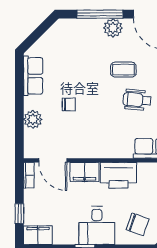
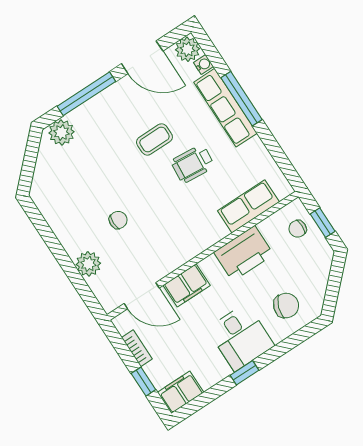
plant: (113, 28) -> (61, 132), moved
row of seats: (33, 76) -> (56, 214), removed
bookcase: (29, 175) -> (137, 348), moved
printer: (118, 175) -> (244, 253), moved

